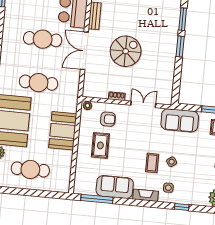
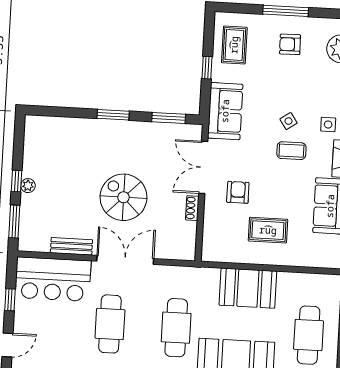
window: (183, 19) -> (169, 118), moved
double door: (84, 51) -> (125, 260), swing flipped
double door: (143, 104) -> (203, 167), width x1.37
plant: (88, 106) -> (208, 252), removed
armchair: (108, 119) -> (238, 192), moved

